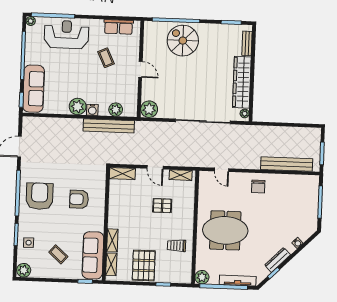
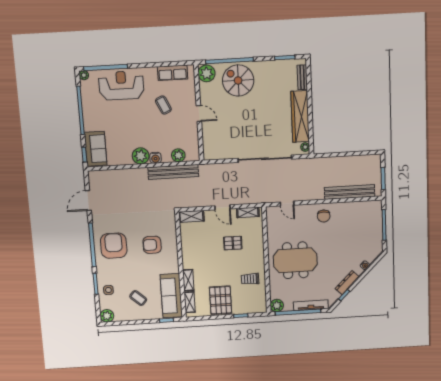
sofa: (34, 89) -> (96, 149), width x0.73
plant: (149, 109) -> (207, 73), moved

